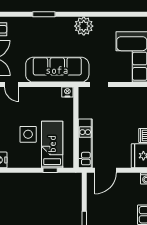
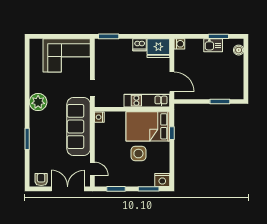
door: (12, 85) -> (92, 169), hinge flipped
bed: (52, 144) -> (148, 126), width x1.50

